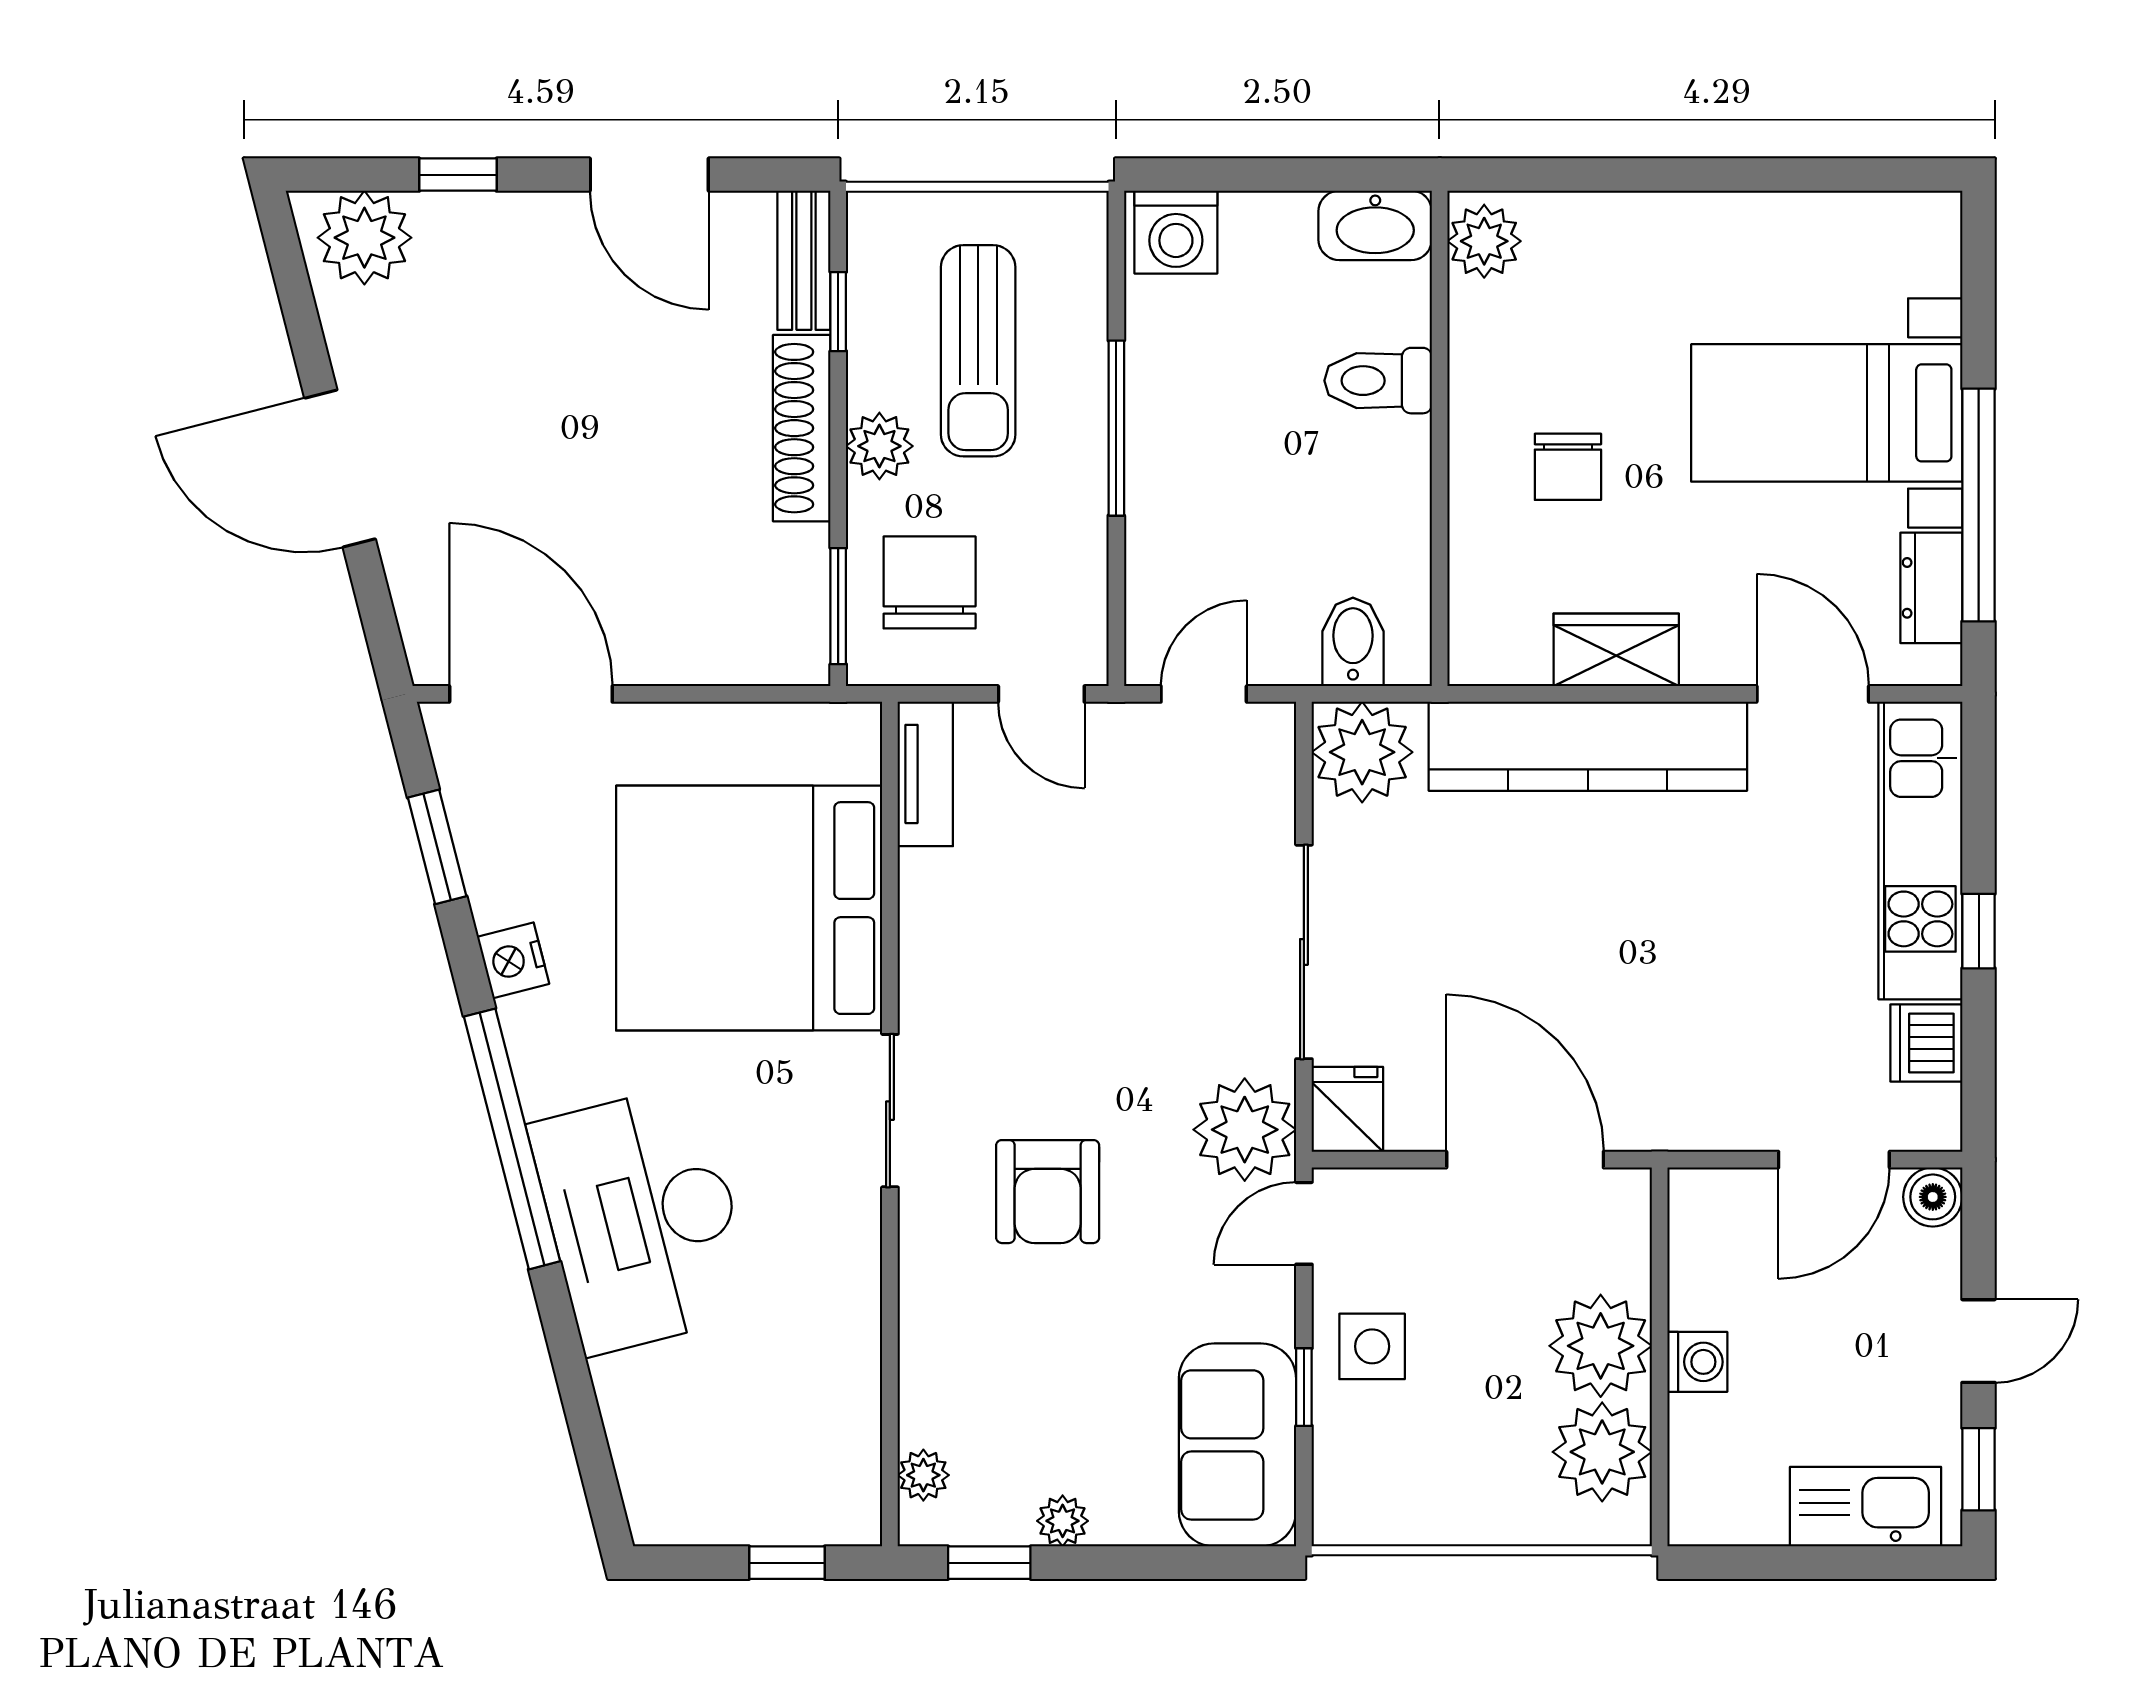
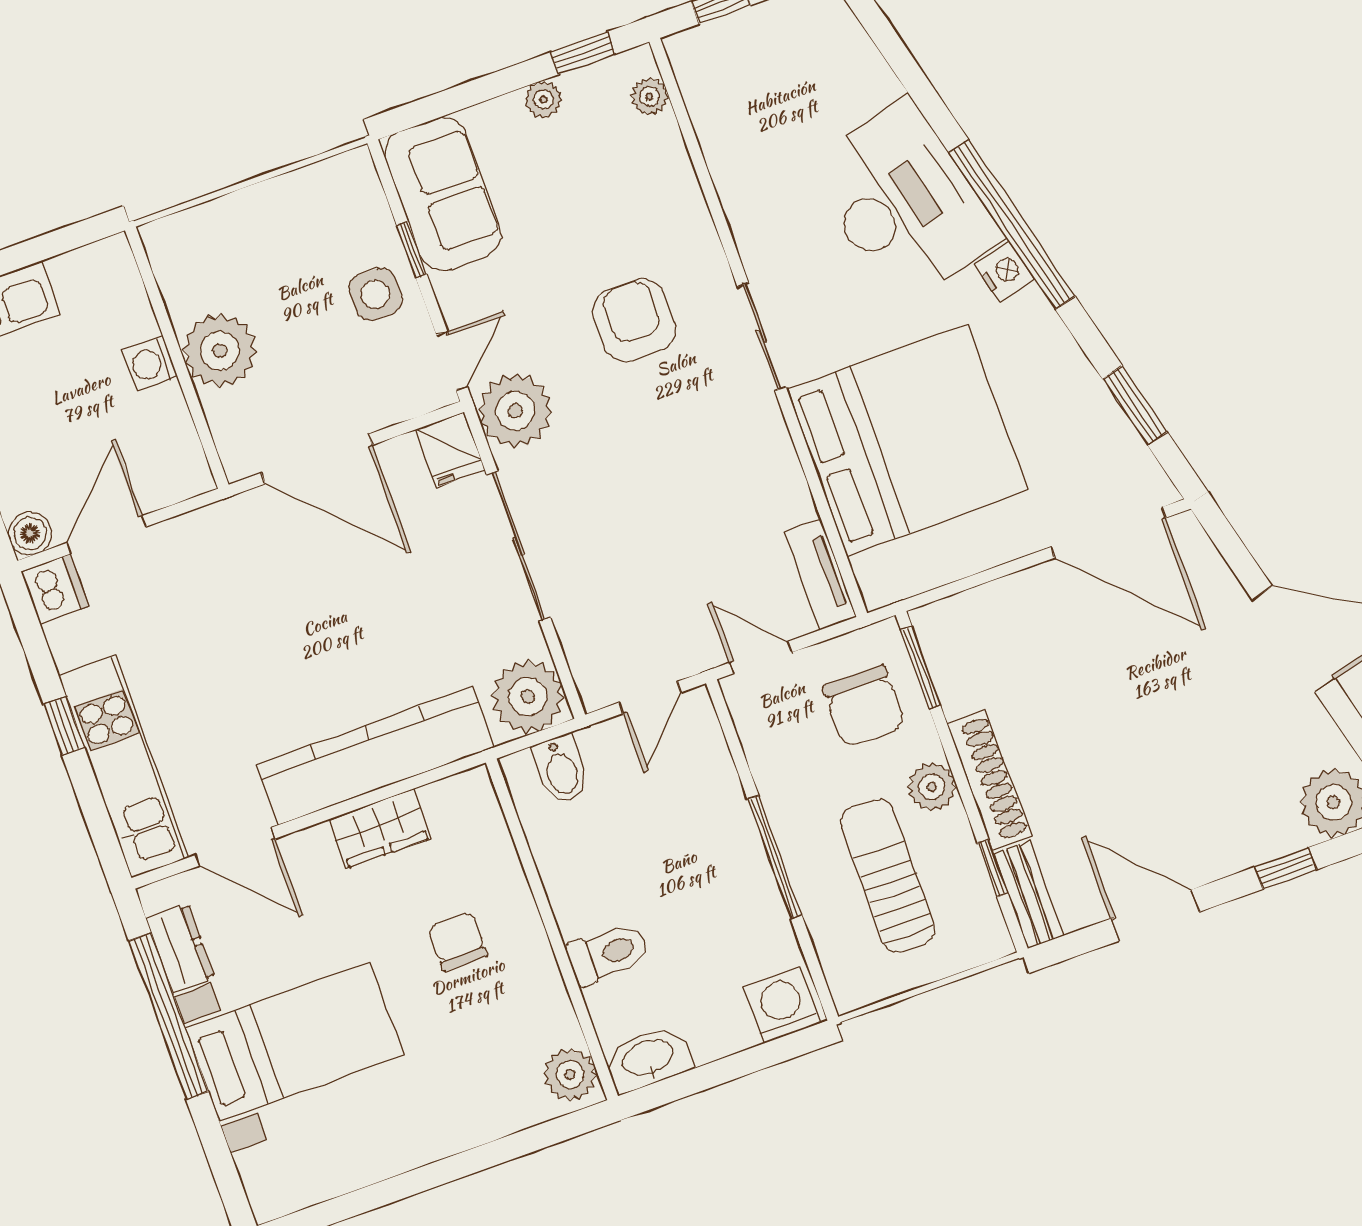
nightstand: (513, 960) -> (1004, 272), moved
dishwasher: (1926, 1043) -> (55, 589), moved
plant: (1602, 1452) -> (193, 279), removed

